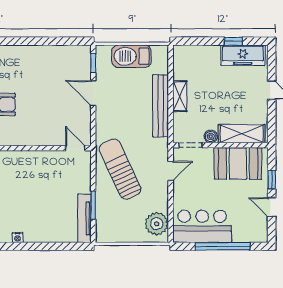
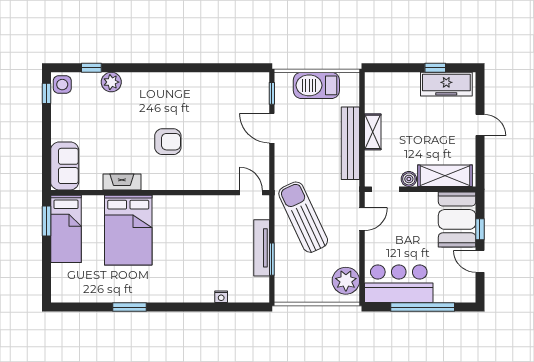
booth: (238, 163) -> (457, 219), moved, turned 90
tv unit: (84, 218) -> (262, 248), moved
nightstand: (18, 238) -> (221, 297), moved

